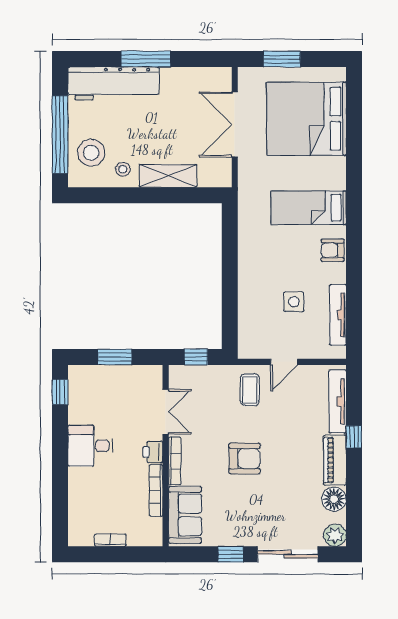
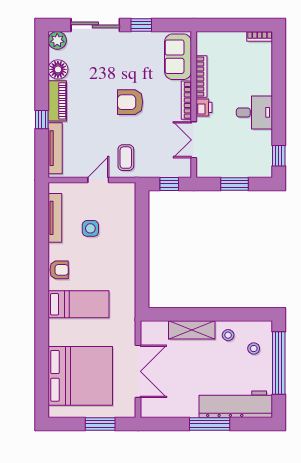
stool: (91, 153) -> (254, 349), width x0.53, depth x0.53
bookcase: (110, 540) -> (260, 36), moved

